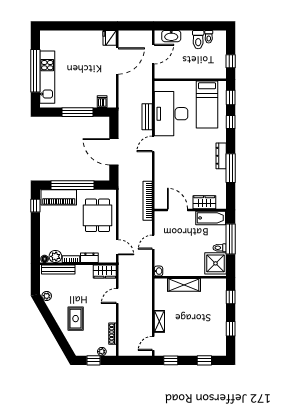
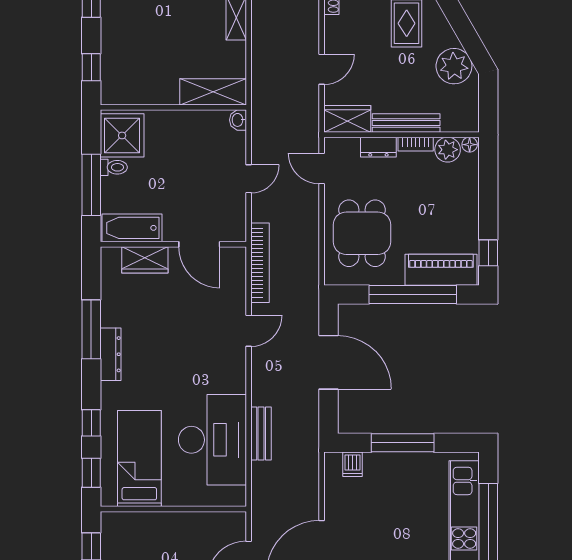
door: (153, 144) -> (249, 331), moved
bench: (58, 270) -> (406, 123), moved
shelving: (184, 285) -> (213, 92), moved
plant: (47, 296) -> (454, 66), width x1.88, depth x1.88

